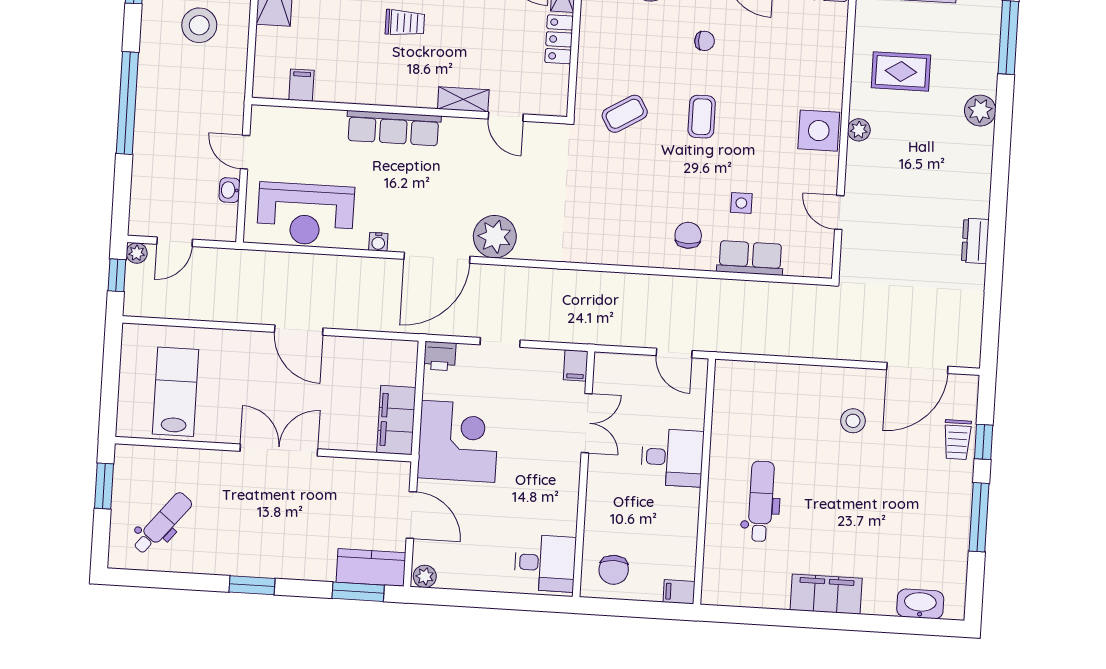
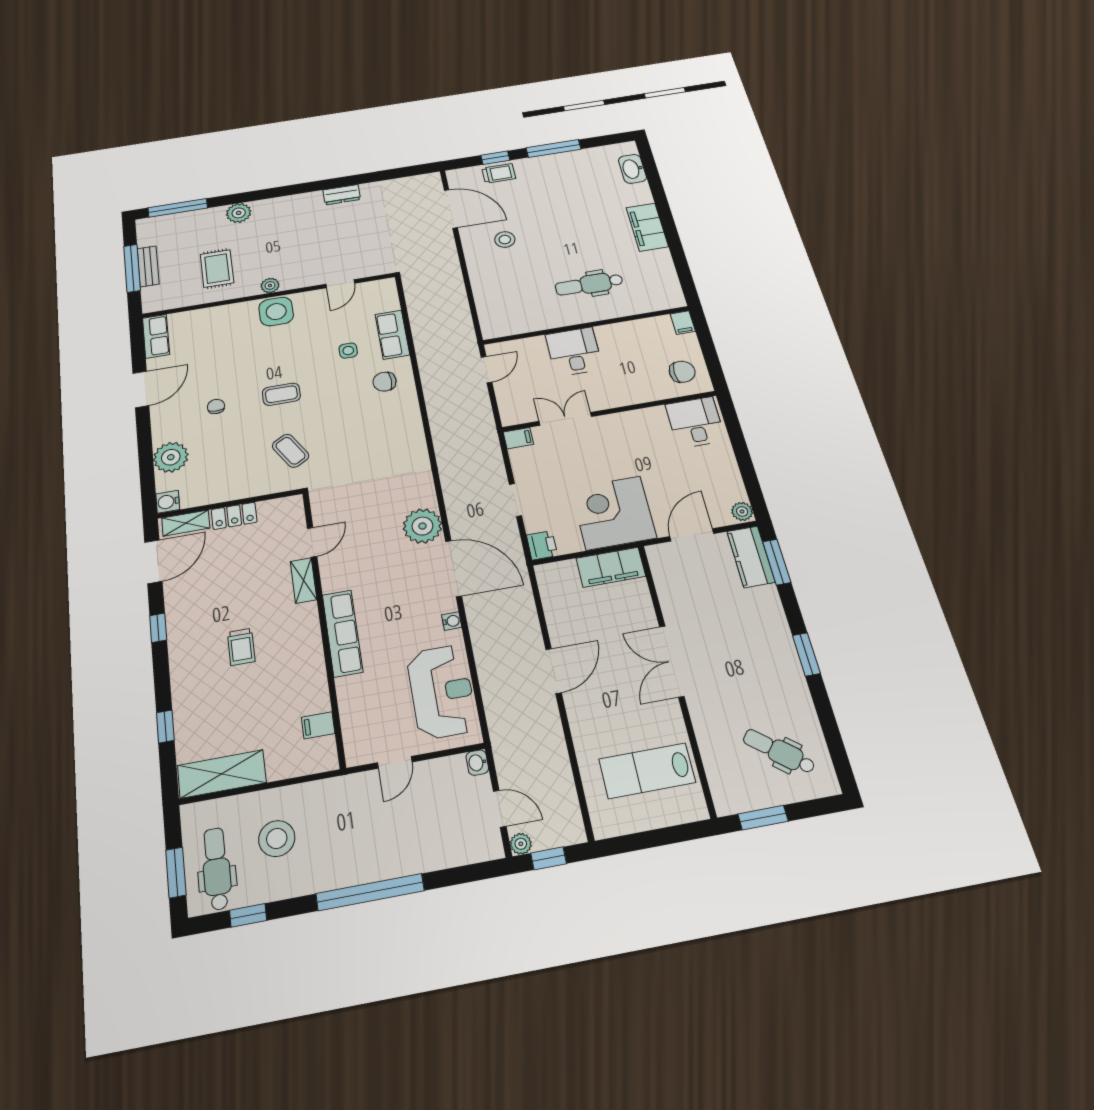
trolley: (405, 23) -> (241, 647), turned 180
washbasin: (229, 190) -> (477, 763), moved, turned 90

